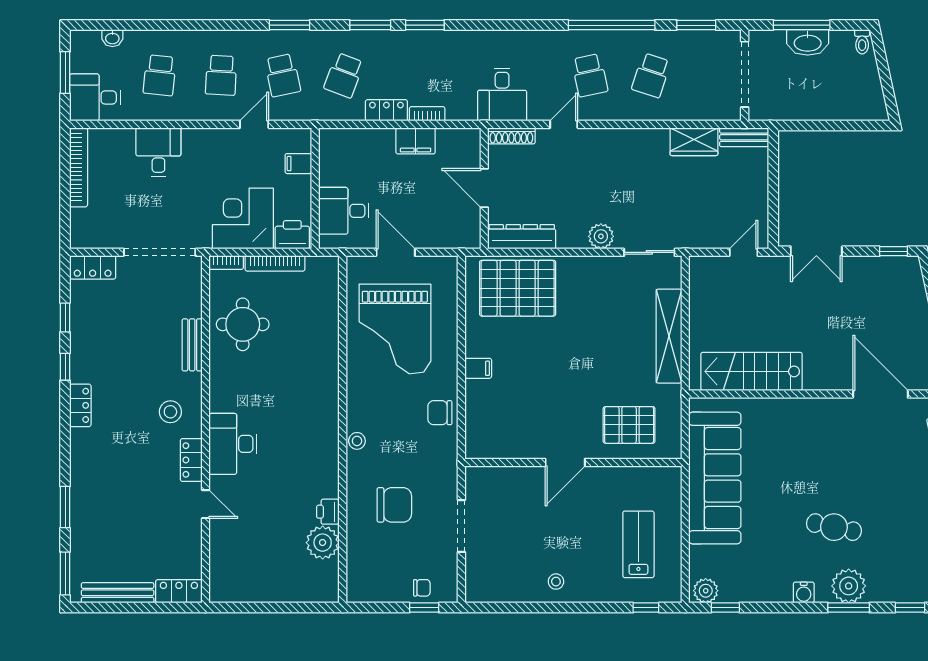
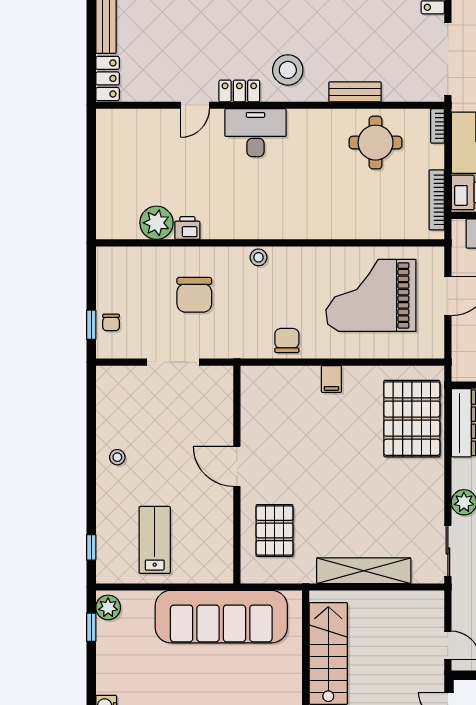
bookcase: (275, 263) -> (437, 200), moved
stool: (170, 412) -> (288, 70), width x1.38, depth x1.38
lab bench: (638, 544) -> (155, 540), turned -90

